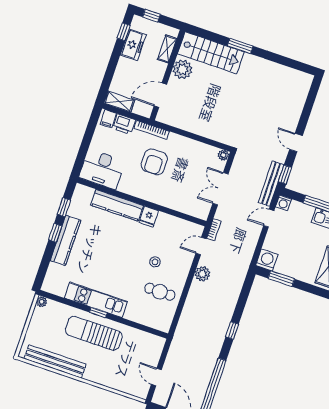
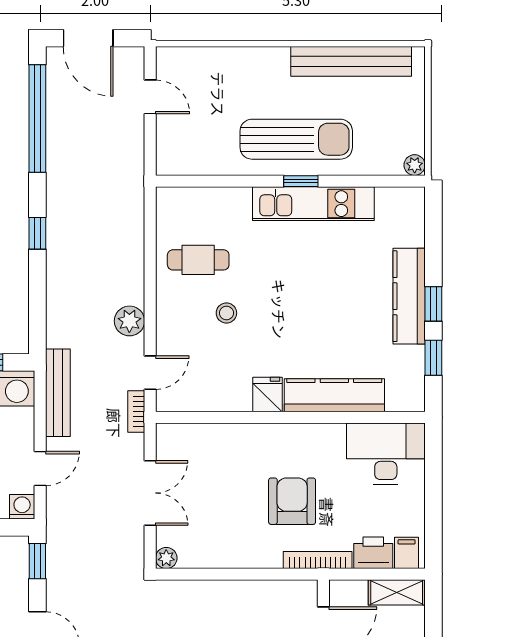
bench: (271, 184) -> (58, 393), moved

